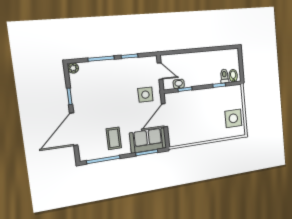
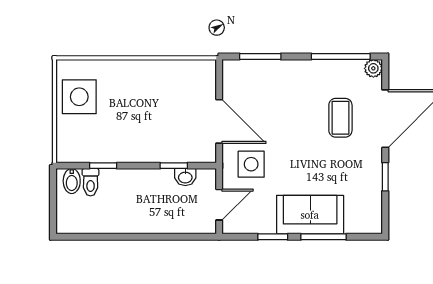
plant: (73, 68) -> (373, 68), moved
door: (160, 71) -> (219, 205), swing flipped
door: (164, 115) -> (219, 121), hinge flipped
coffee table: (114, 138) -> (340, 118), moved
sofa: (148, 140) -> (310, 215), moved, turned 180

